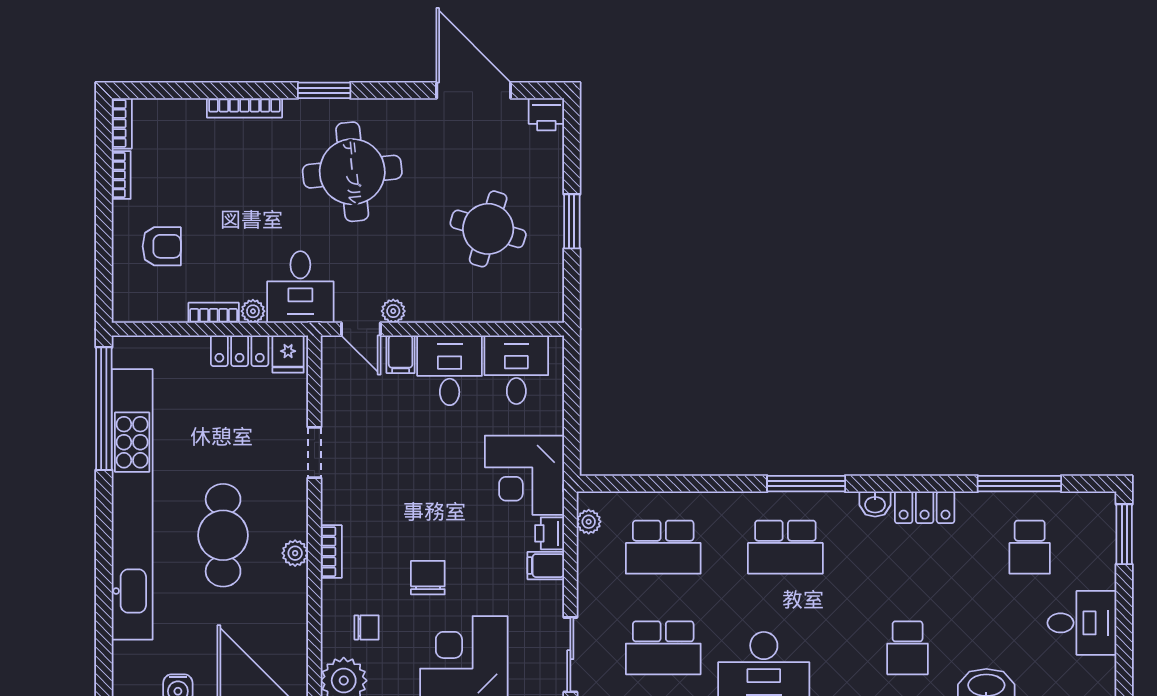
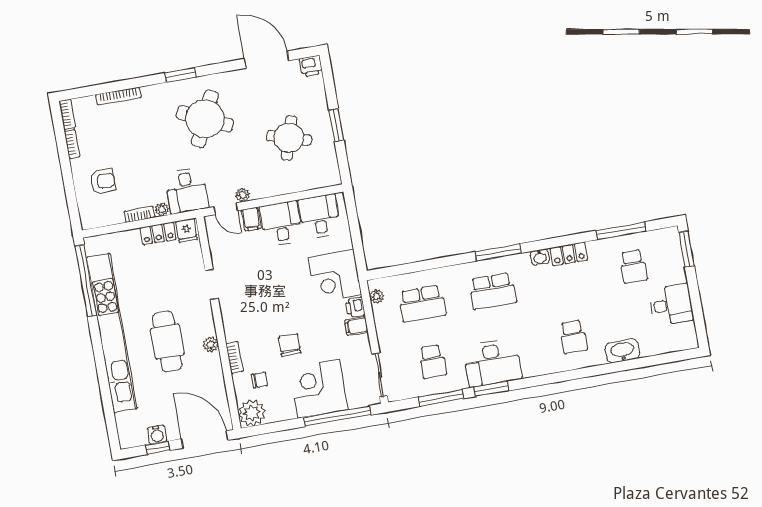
bookcase: (244, 108) -> (118, 96), moved
round table: (352, 172) -> (205, 119), turned 31
bookcase: (331, 552) -> (234, 357), moved
school desk: (663, 648) -> (432, 362), width x0.54

